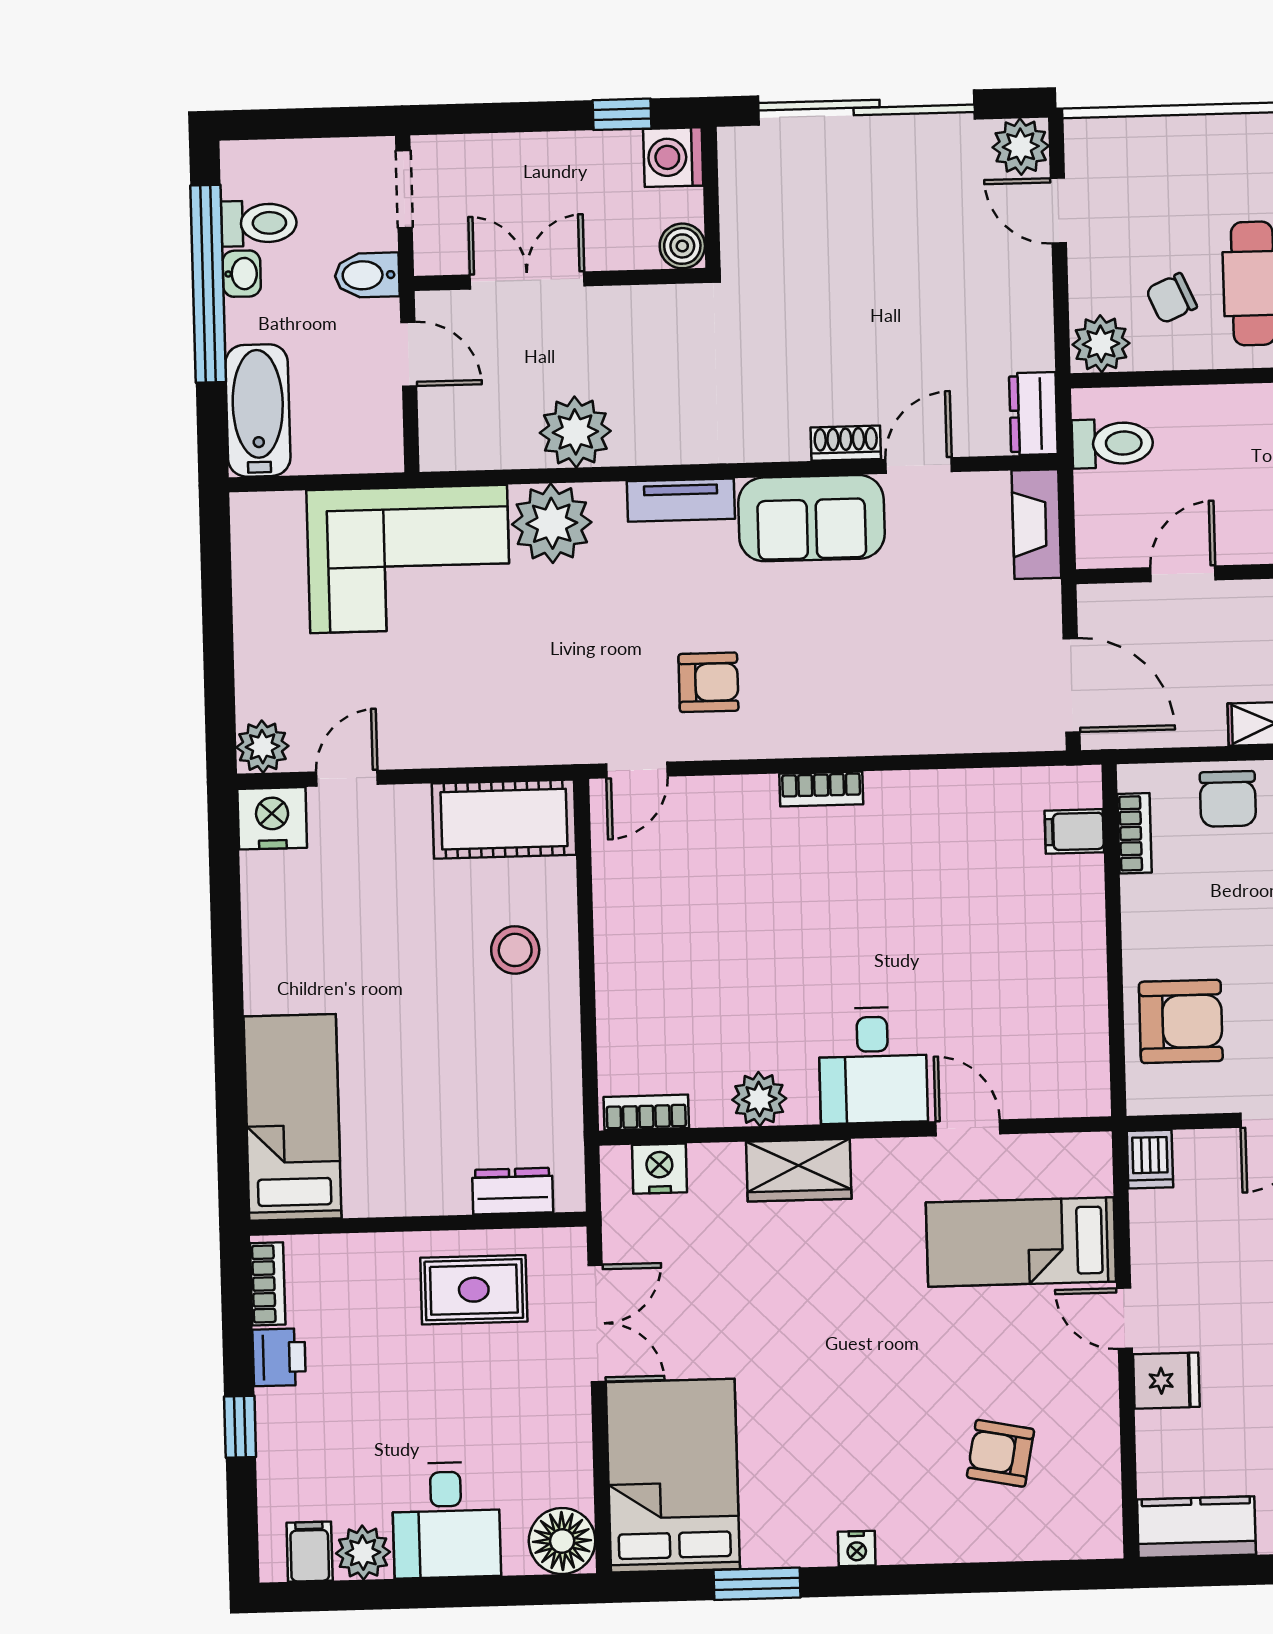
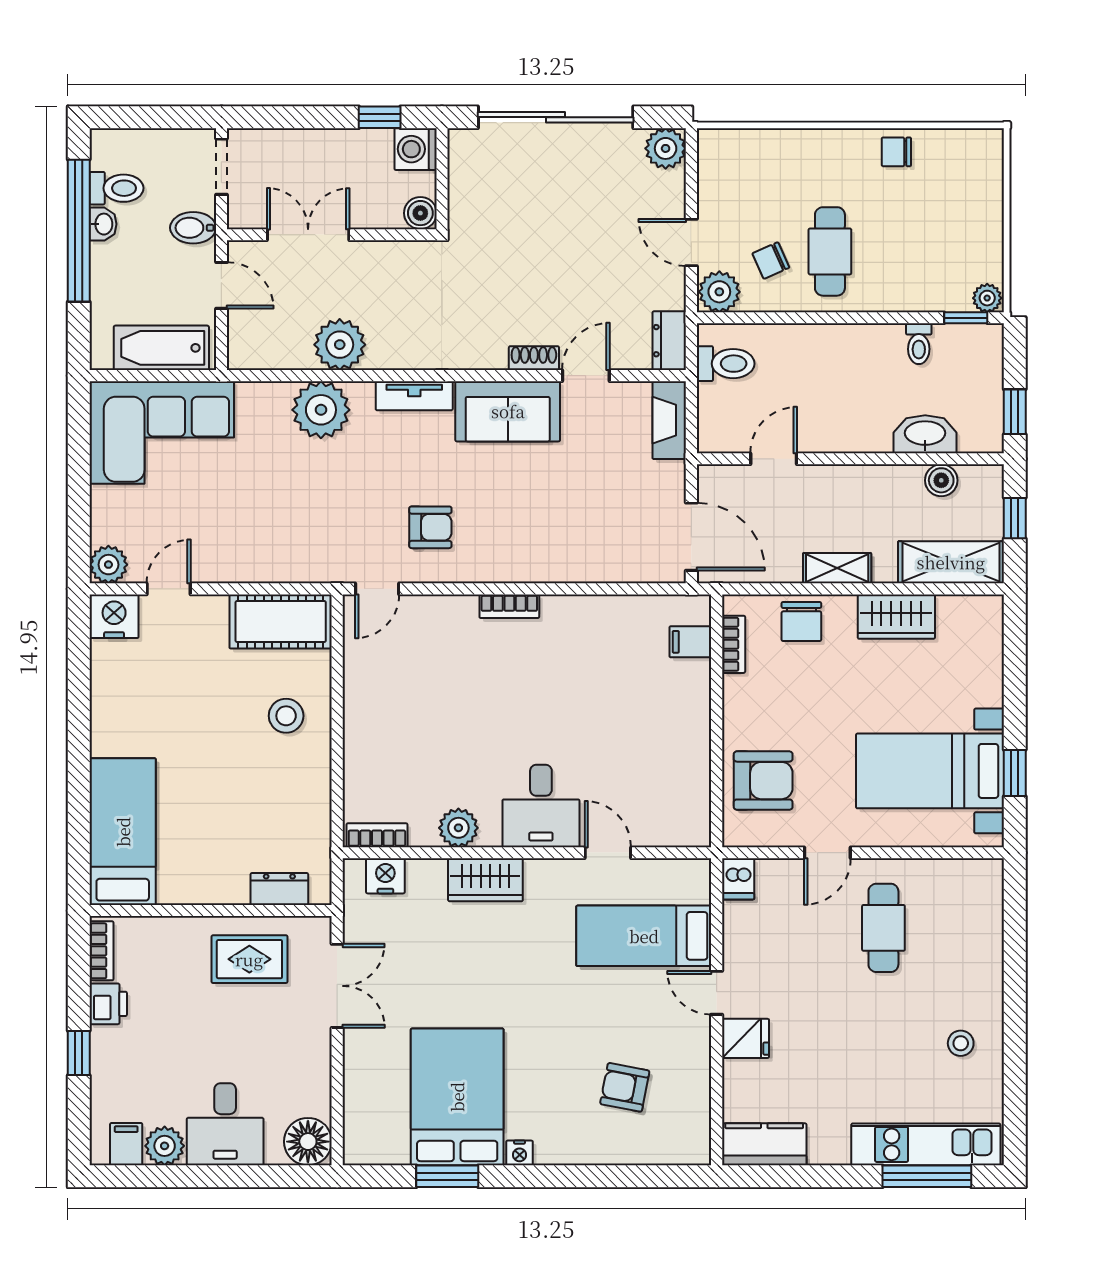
door: (1058, 211) -> (691, 243), moved
bathtub: (258, 410) -> (161, 348), moved, turned -90
corner sofa: (409, 559) -> (162, 433), moved
bed: (673, 1476) -> (457, 1097), moved

